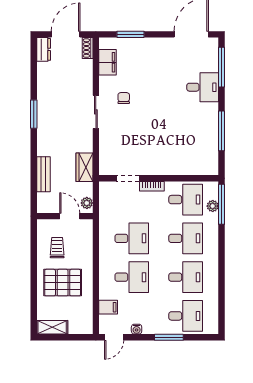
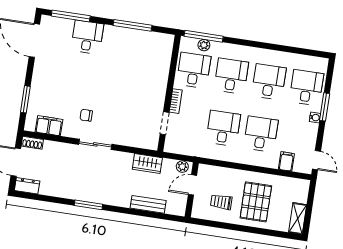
water cooler: (137, 329) -> (315, 117), moved

